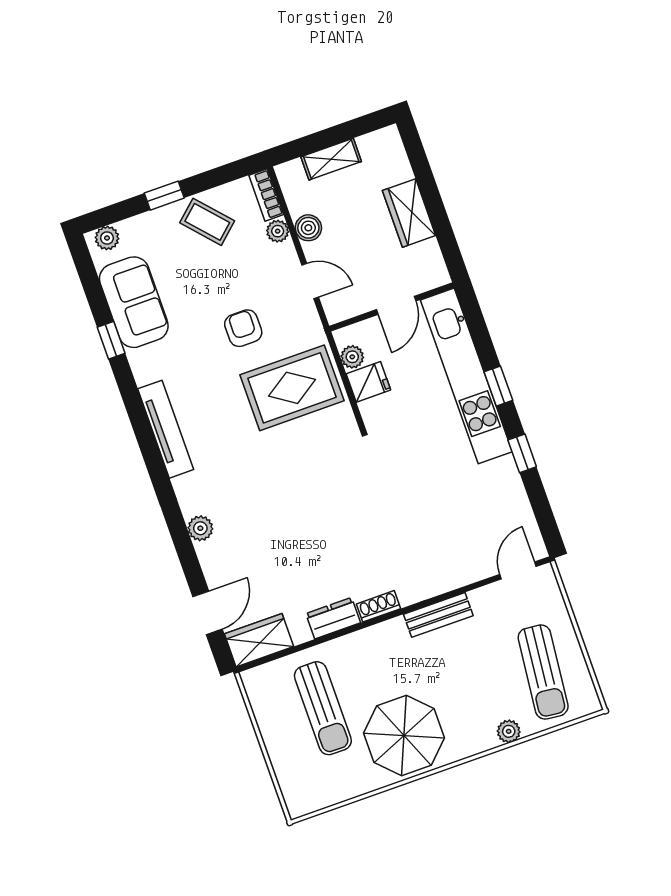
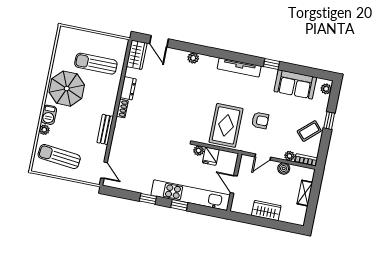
window: (111, 340) -> (271, 64), moved
plant: (352, 357) -> (199, 151), moved
barbecue: (475, 740) -> (49, 115), added

